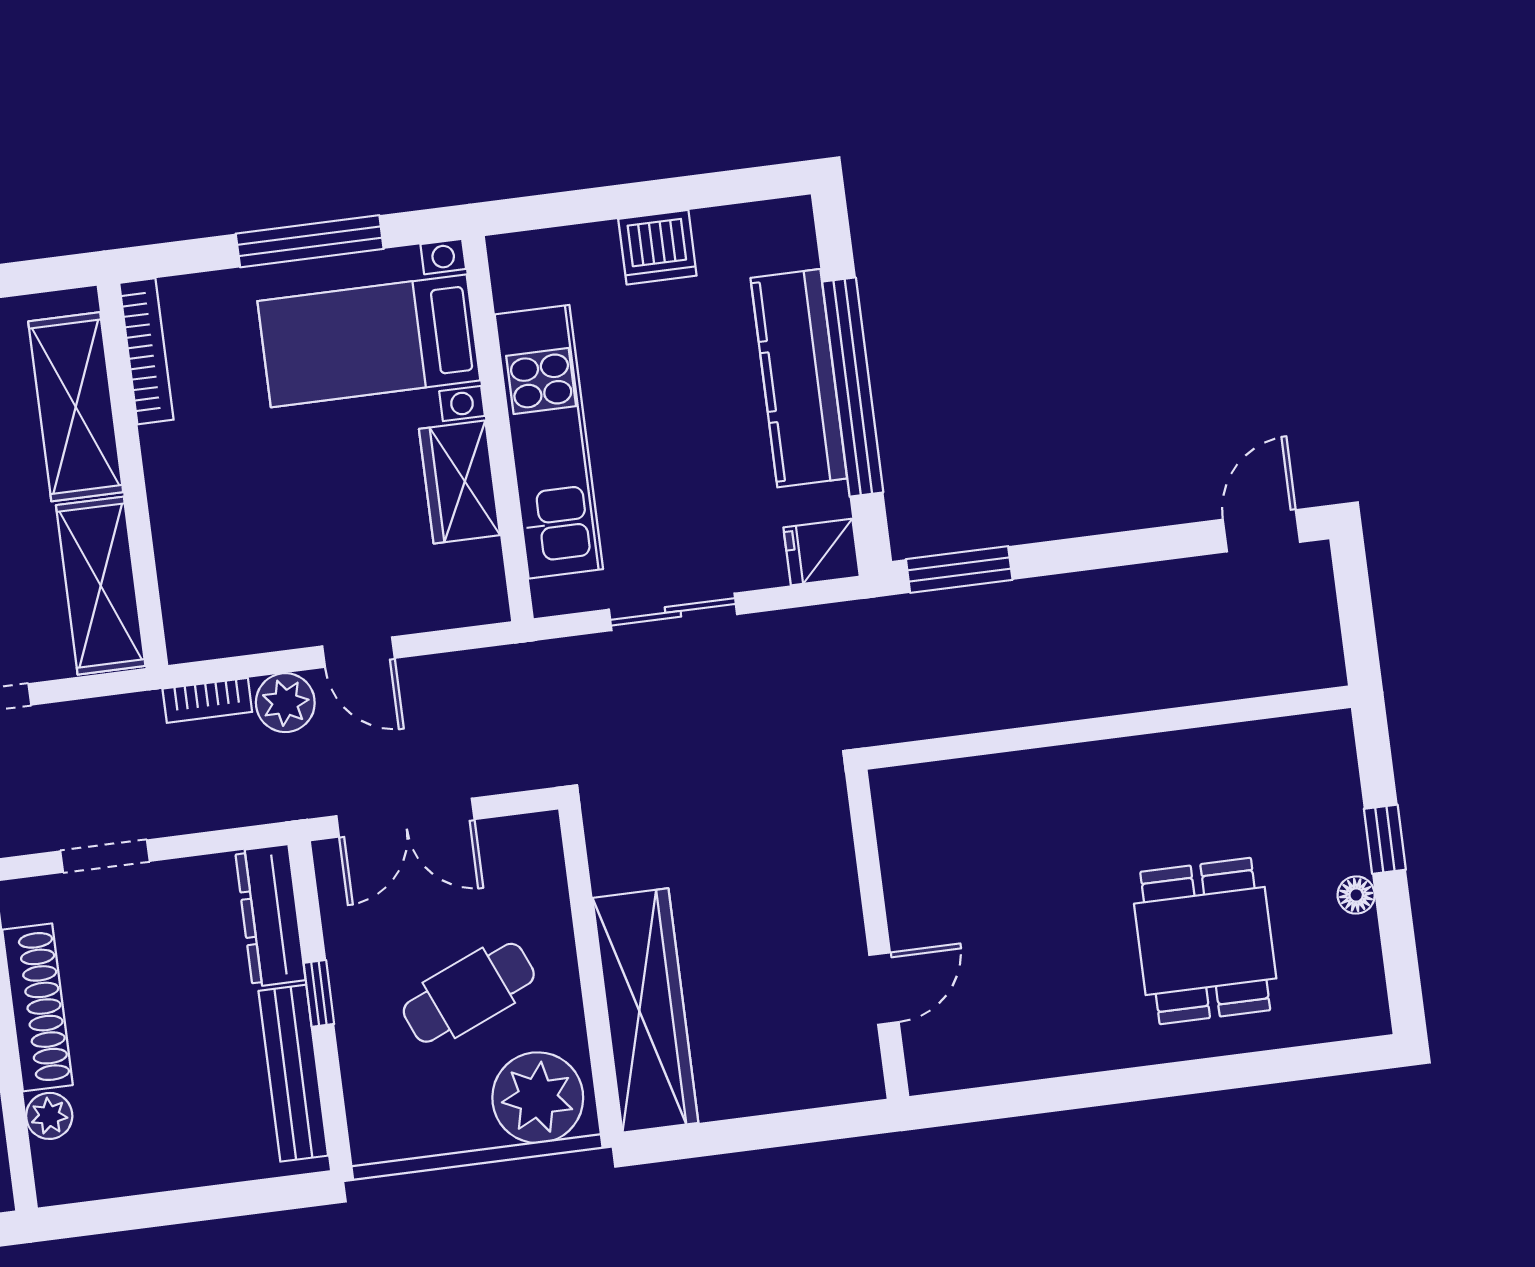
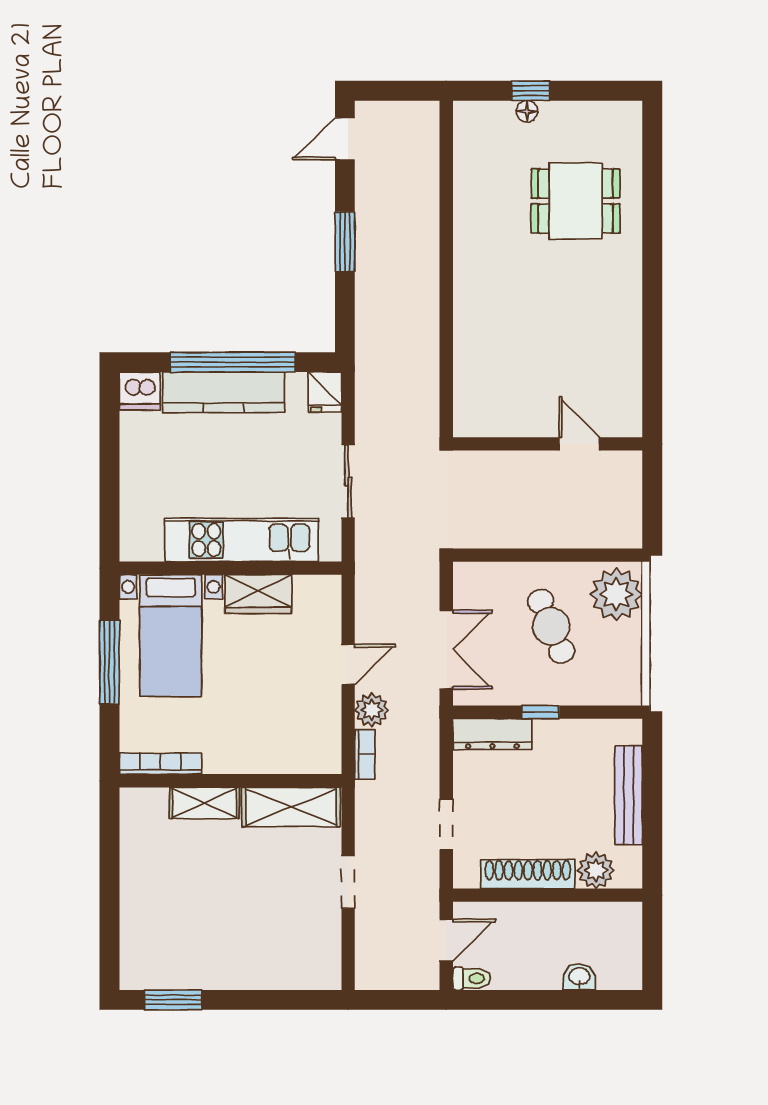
dishwasher: (657, 247) -> (140, 391), moved, turned 90
shelving: (76, 407) -> (204, 803), width x0.67, depth x0.75
door: (1261, 531) -> (345, 139), hinge flipped
window: (959, 570) -> (345, 242), moved
floor lamp: (1356, 895) -> (527, 111), moved
wall: (877, 934) -> (548, 444), moved
door: (884, 989) -> (579, 444), moved
wardrobe: (645, 1010) -> (574, 526), removed
bench: (293, 1073) -> (629, 795), moved, turned 90
plant: (49, 1116) -> (596, 870), width x1.38, depth x1.38

